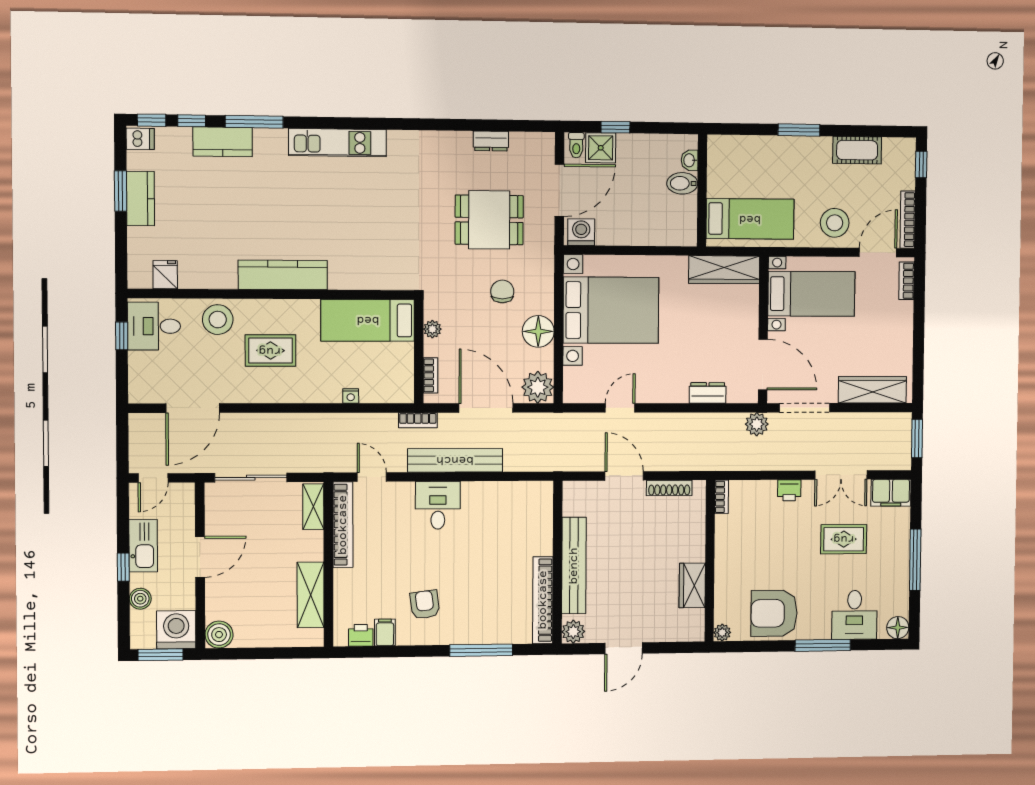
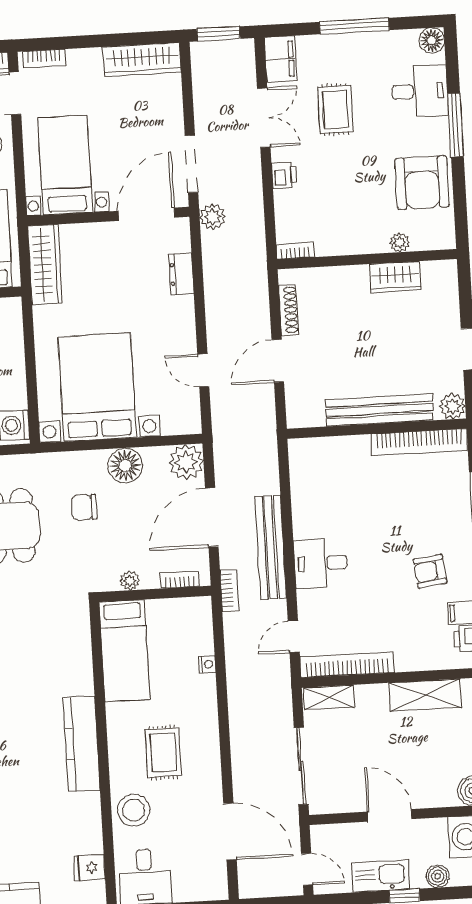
wardrobe: (872, 390) -> (142, 59), moved, turned -90
plant: (722, 633) -> (400, 242), moved

